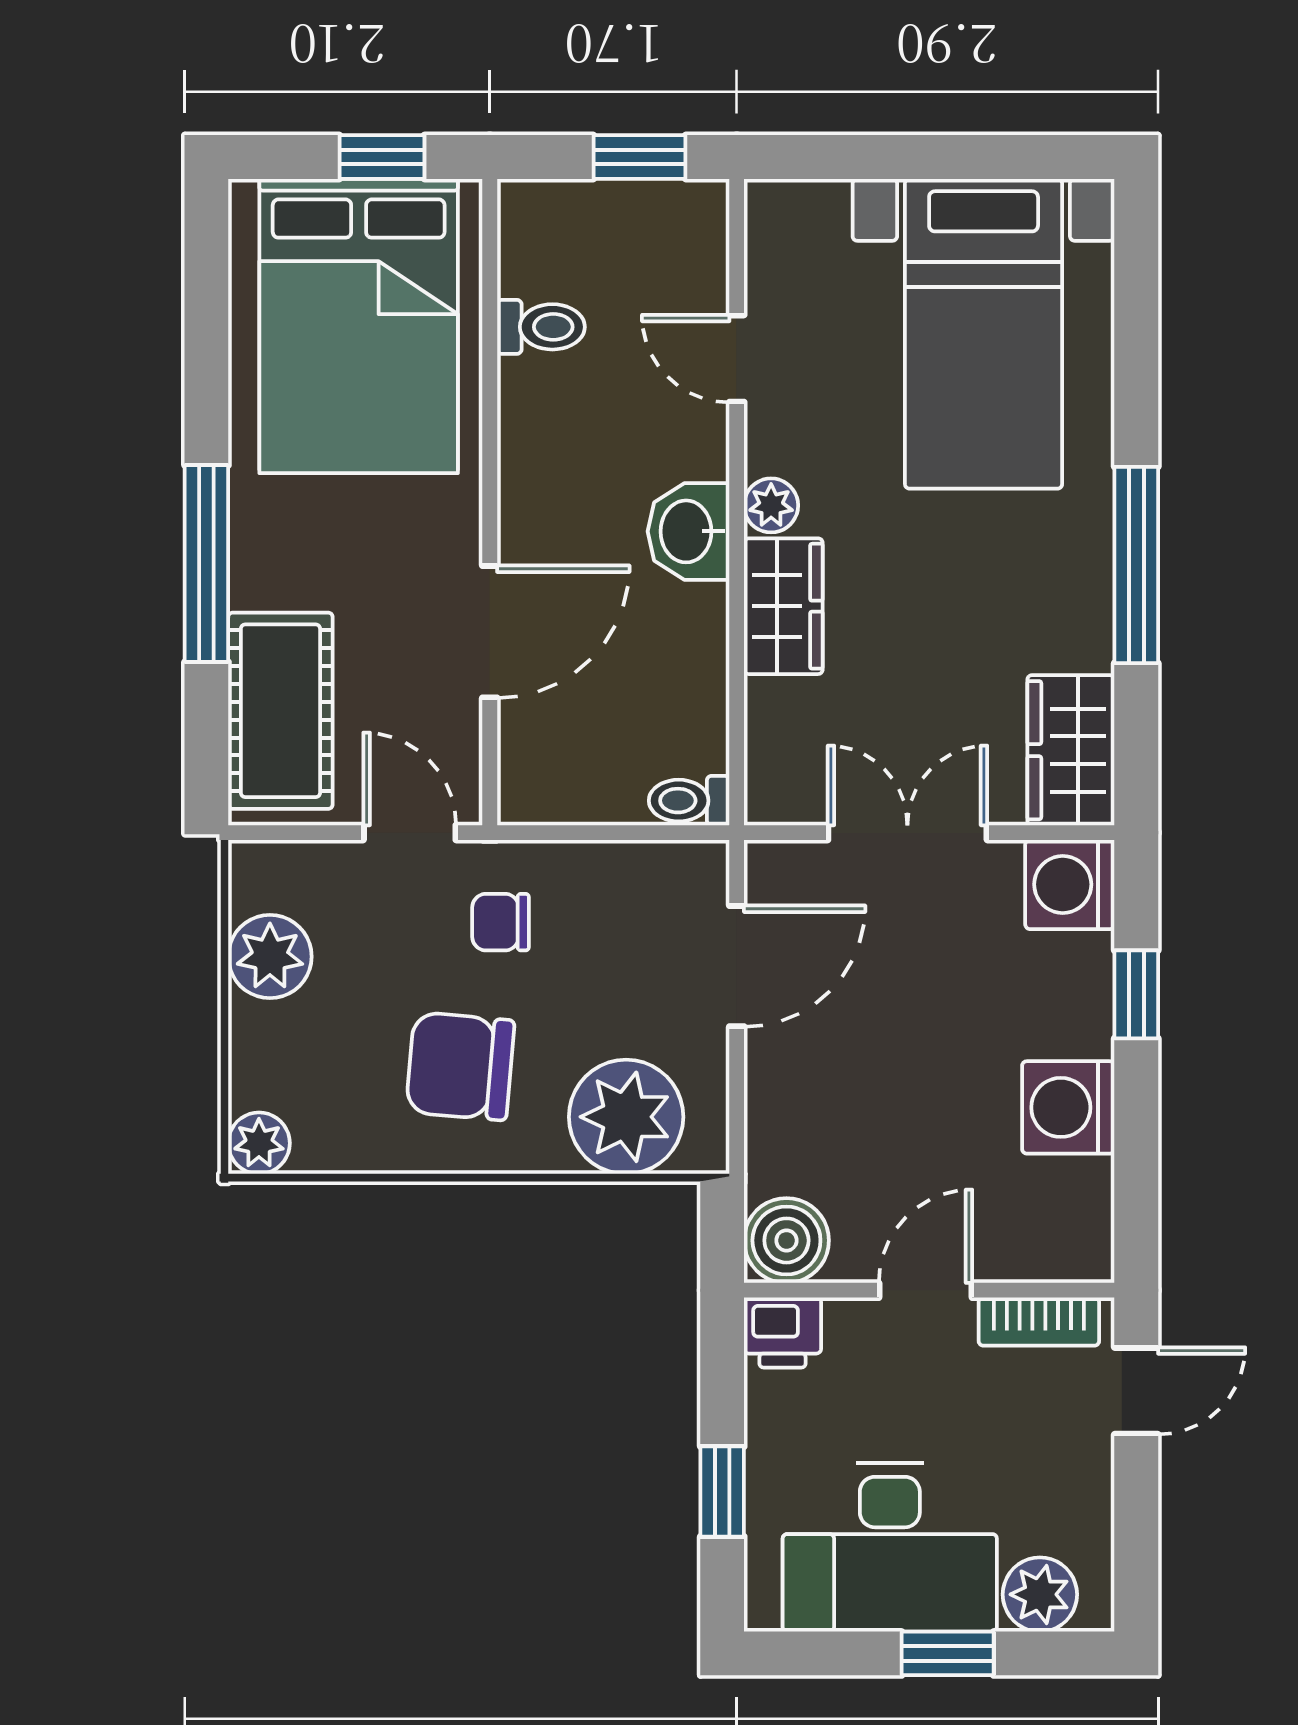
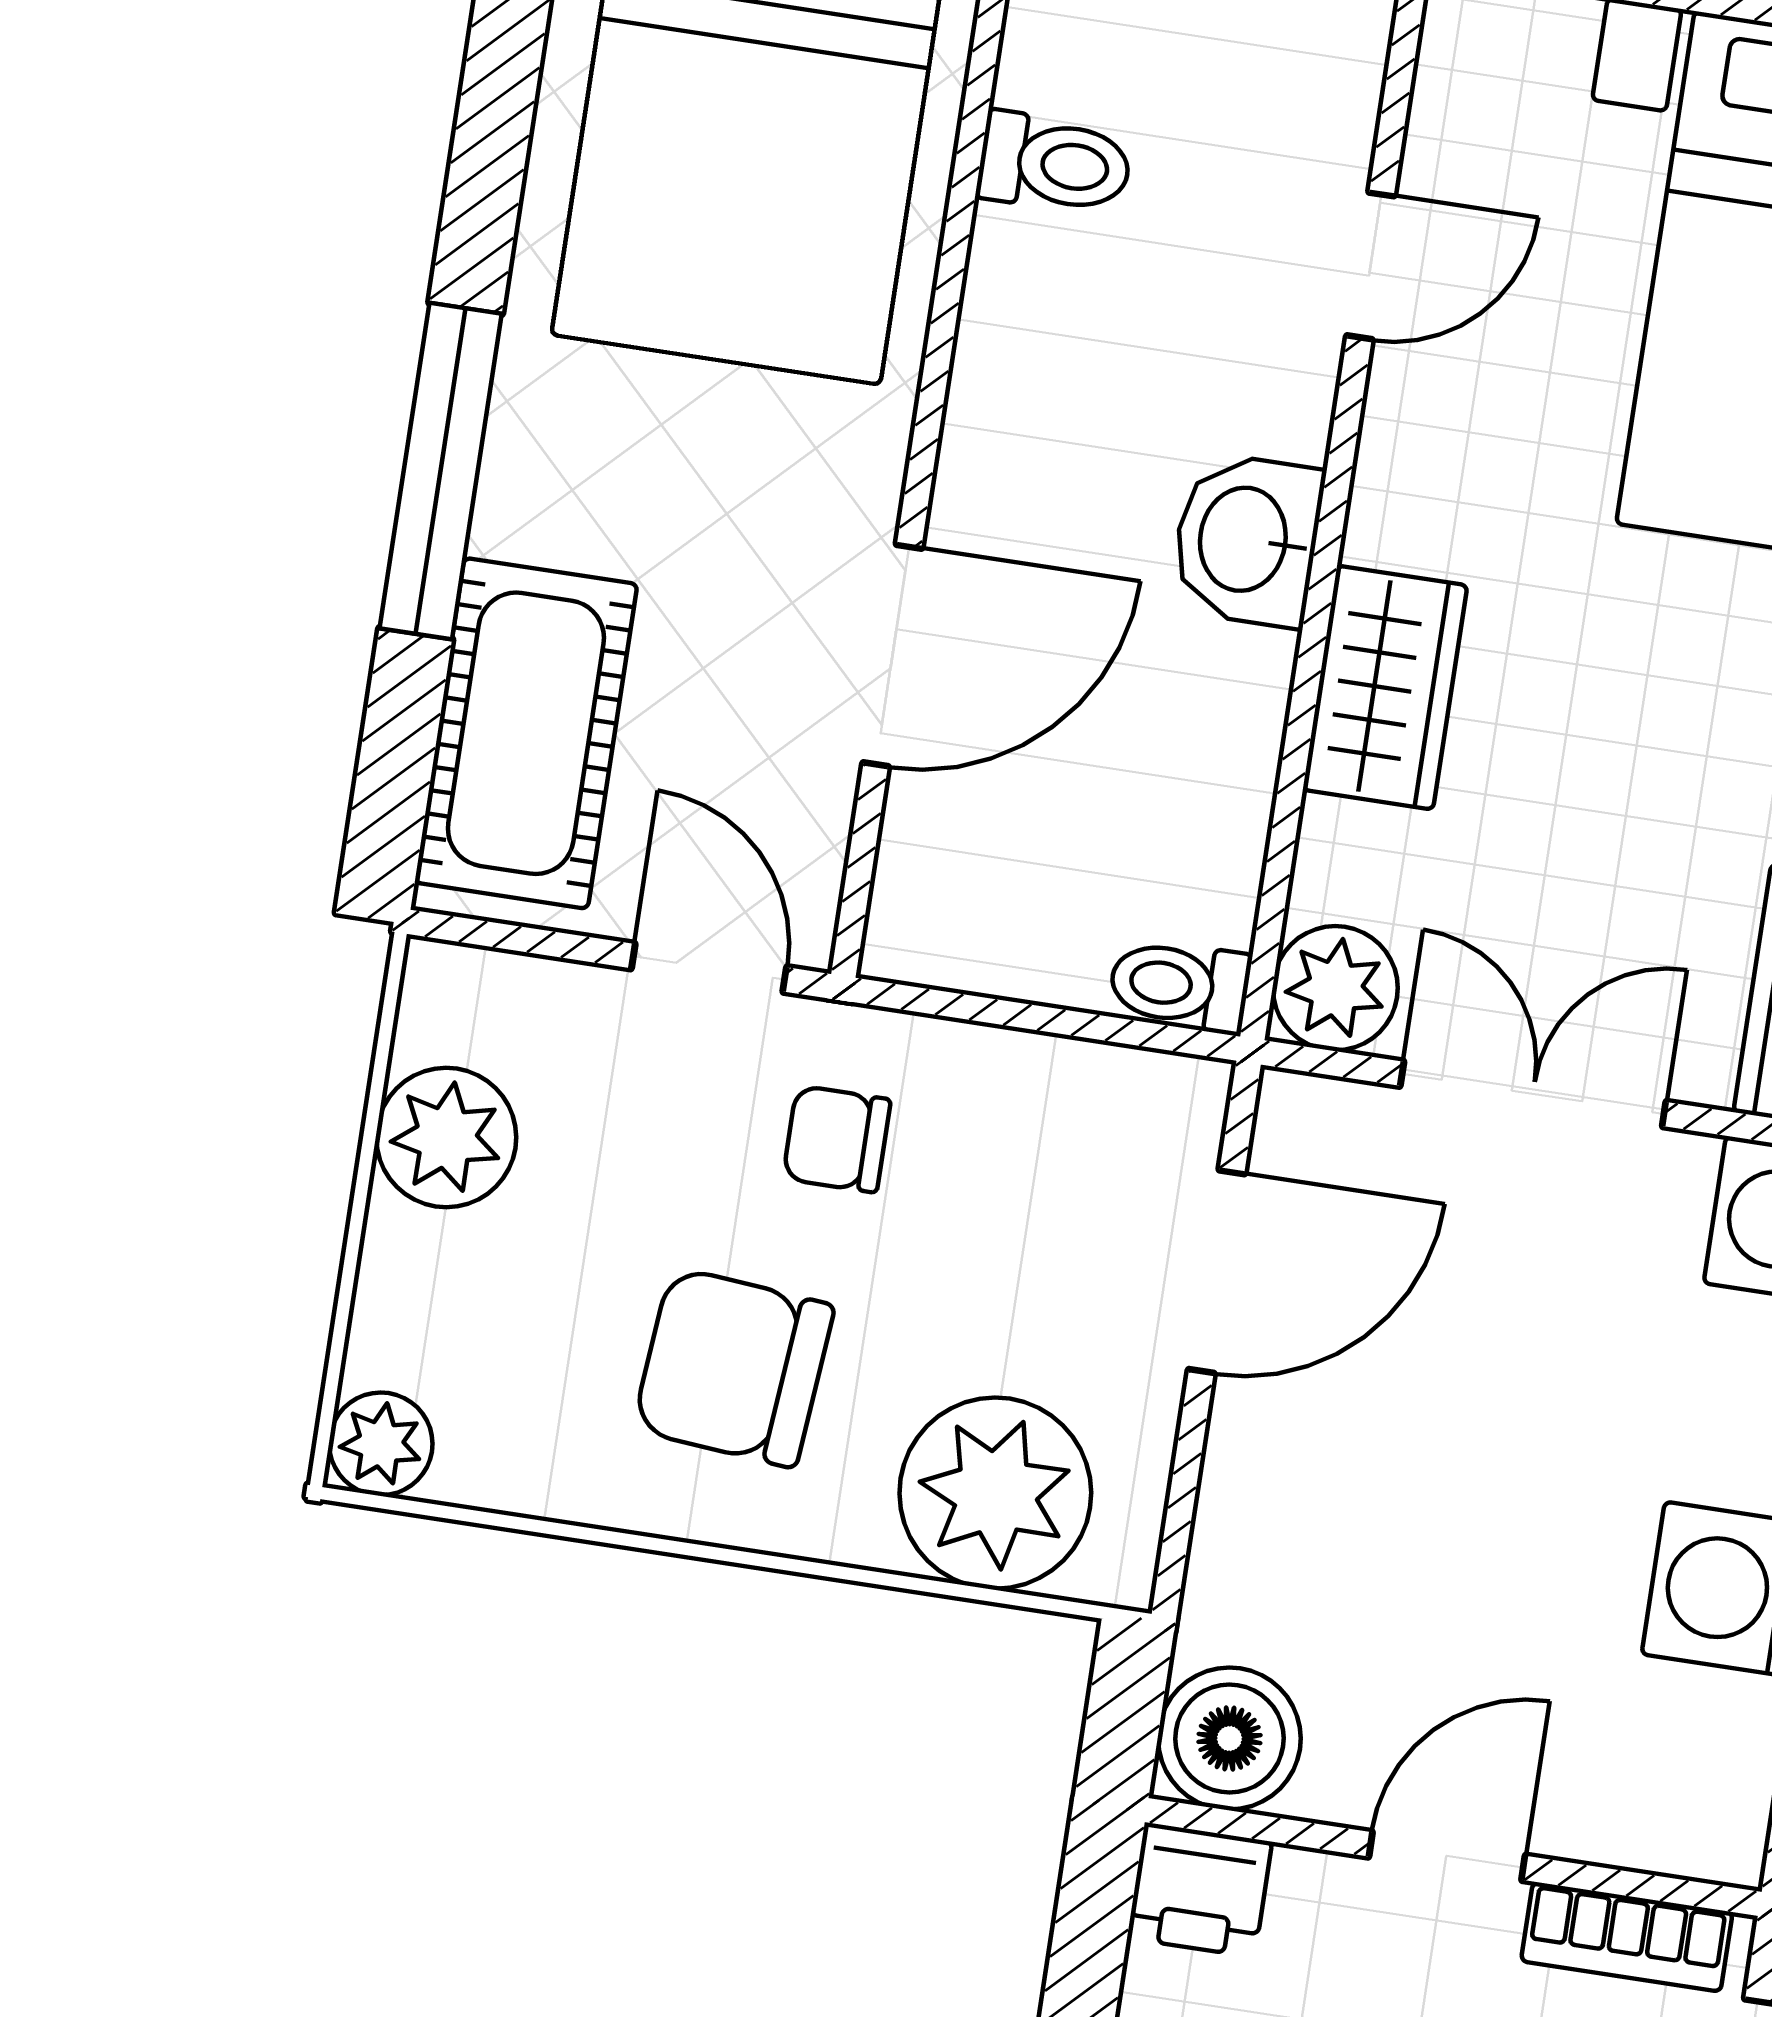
door: (737, 359) -> (1371, 266), swing flipped
plant: (771, 505) -> (1335, 988), moved, width x1.38, depth x1.38

